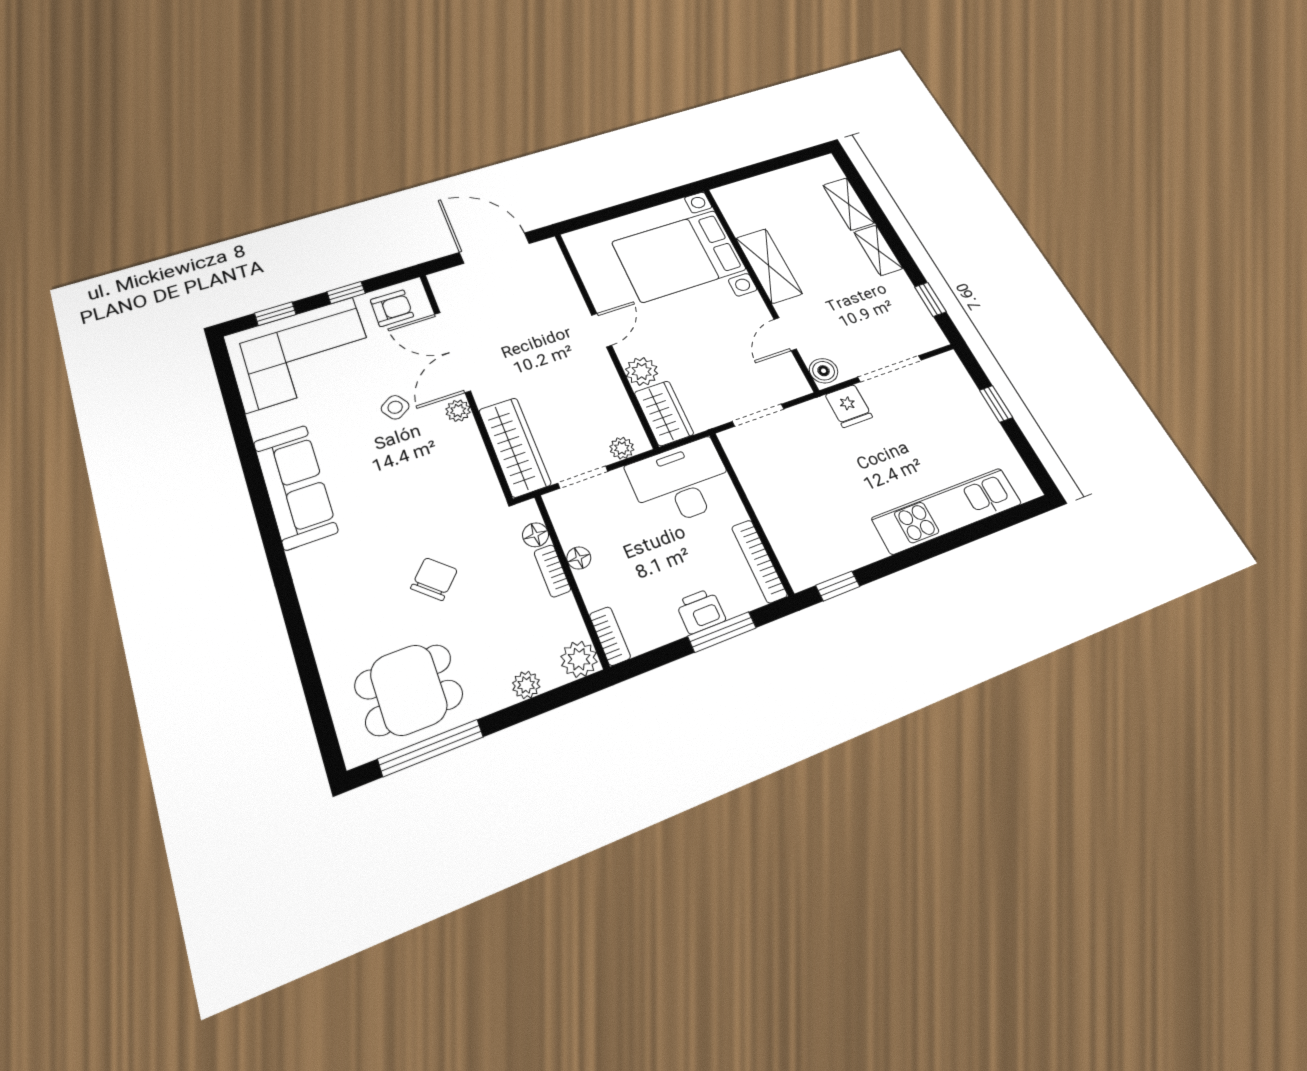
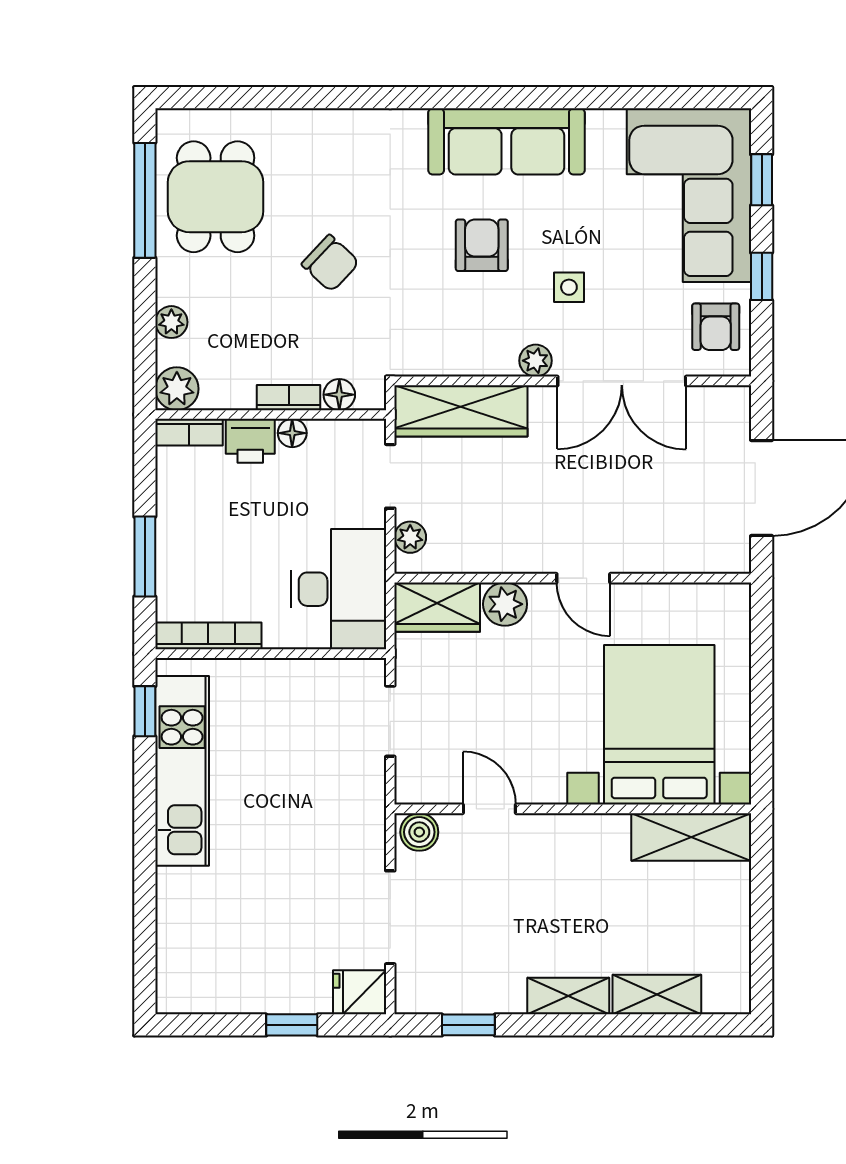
shelving: (769, 266) -> (691, 837), moved
double door: (452, 352) -> (622, 381), swing flipped
fridge: (849, 406) -> (360, 992), moved
side table: (395, 407) -> (569, 287), turned 33
armchair: (383, 476) -> (482, 245), added
kitchen unit: (947, 511) -> (182, 771), moved
printer: (701, 611) -> (250, 441), moved, turned 90

